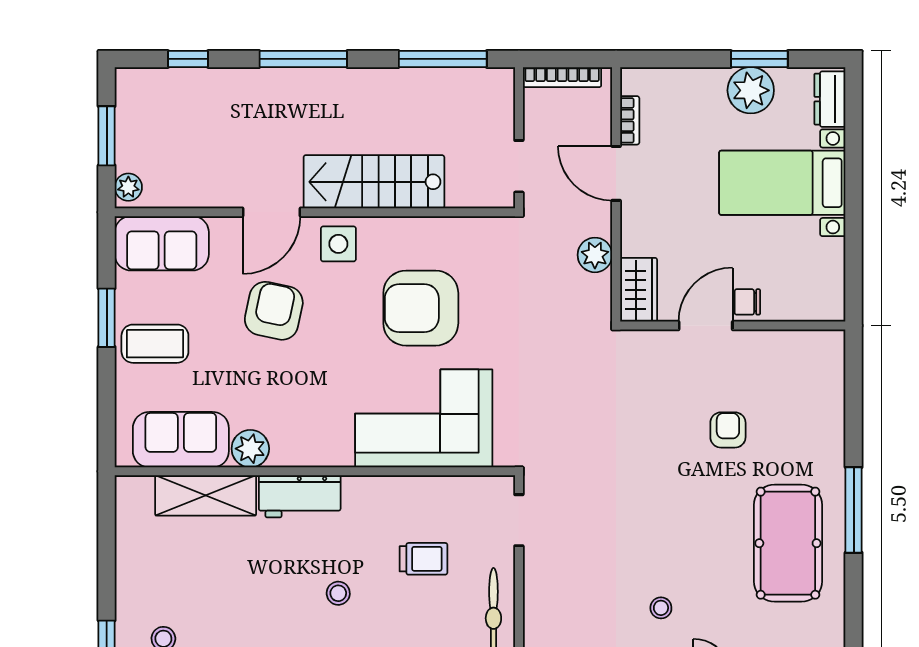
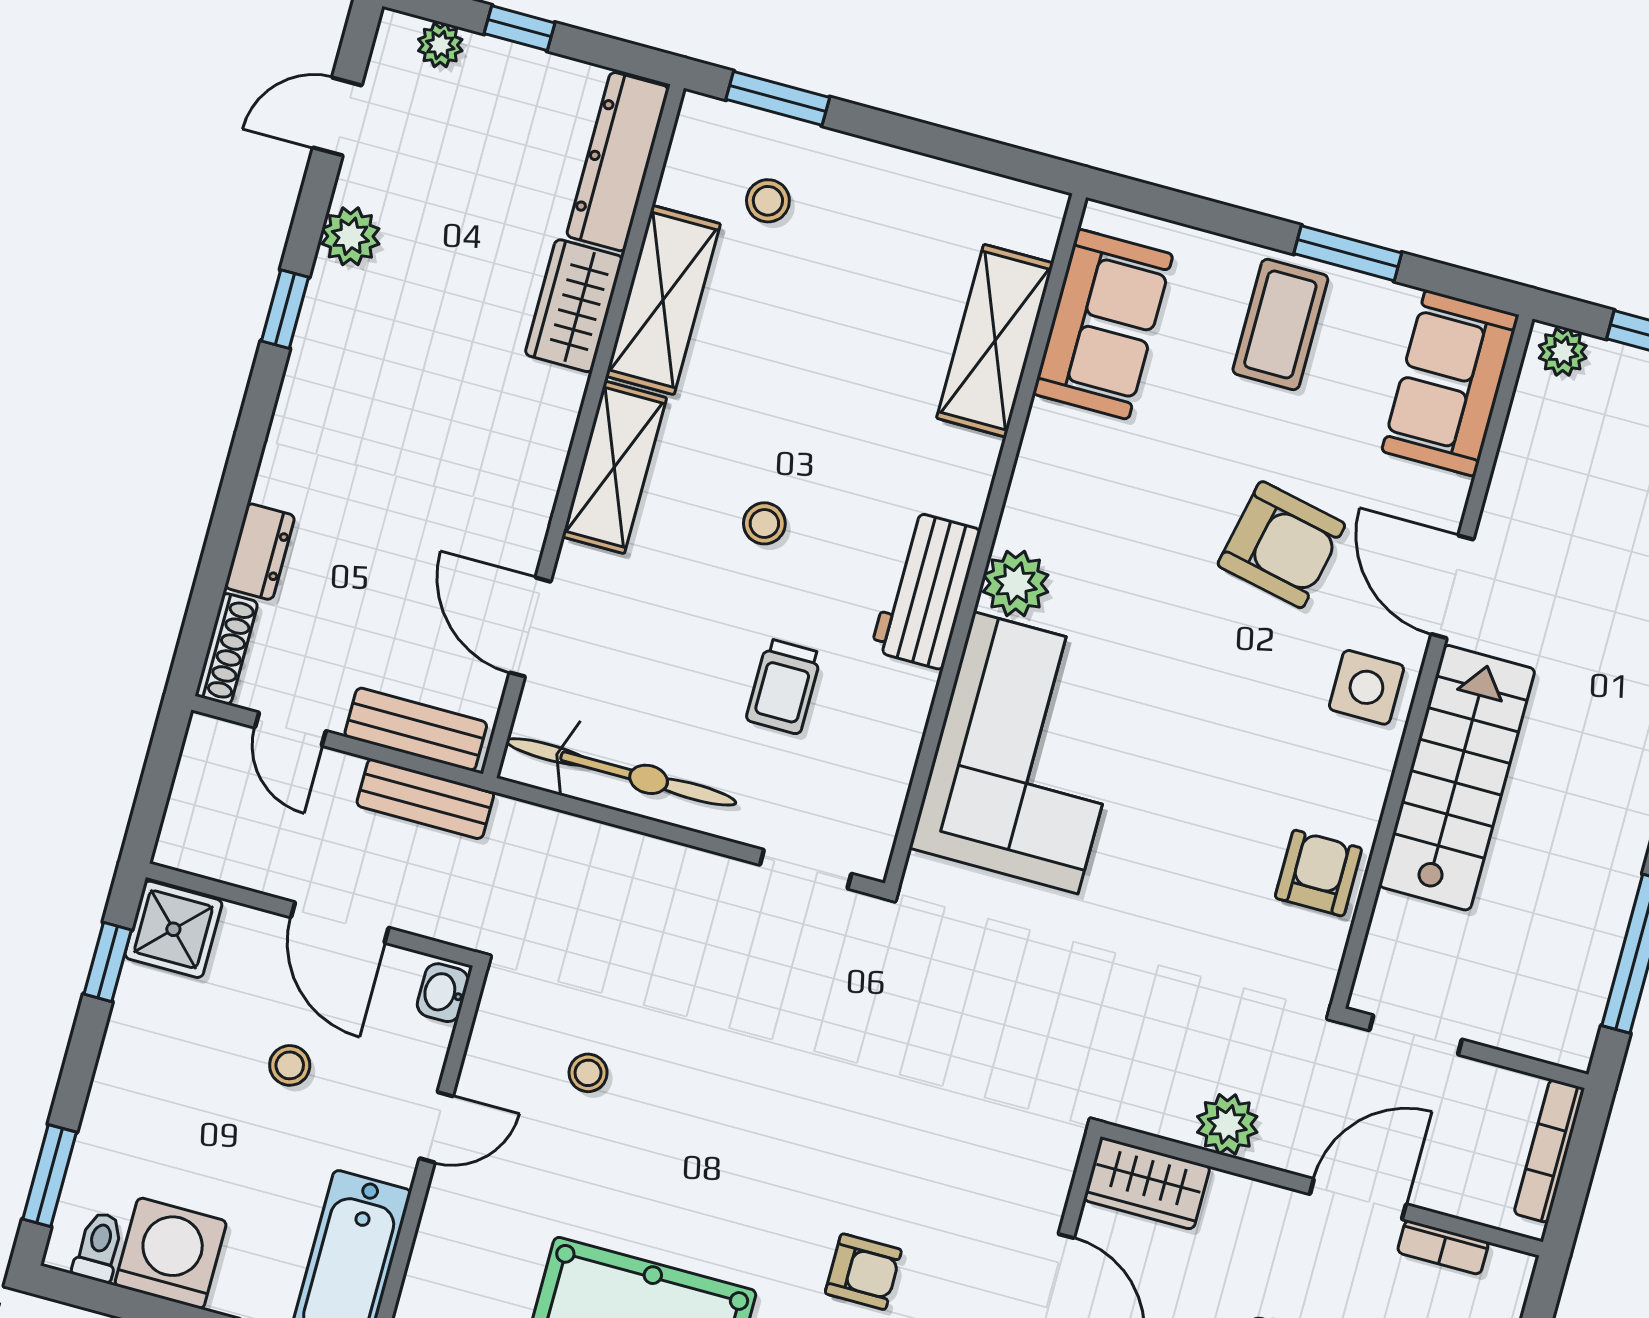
armchair: (421, 308) -> (1318, 873), moved, width x0.53, depth x0.53
plant: (250, 449) -> (1016, 583), moved
workbench: (300, 496) -> (926, 590), moved

